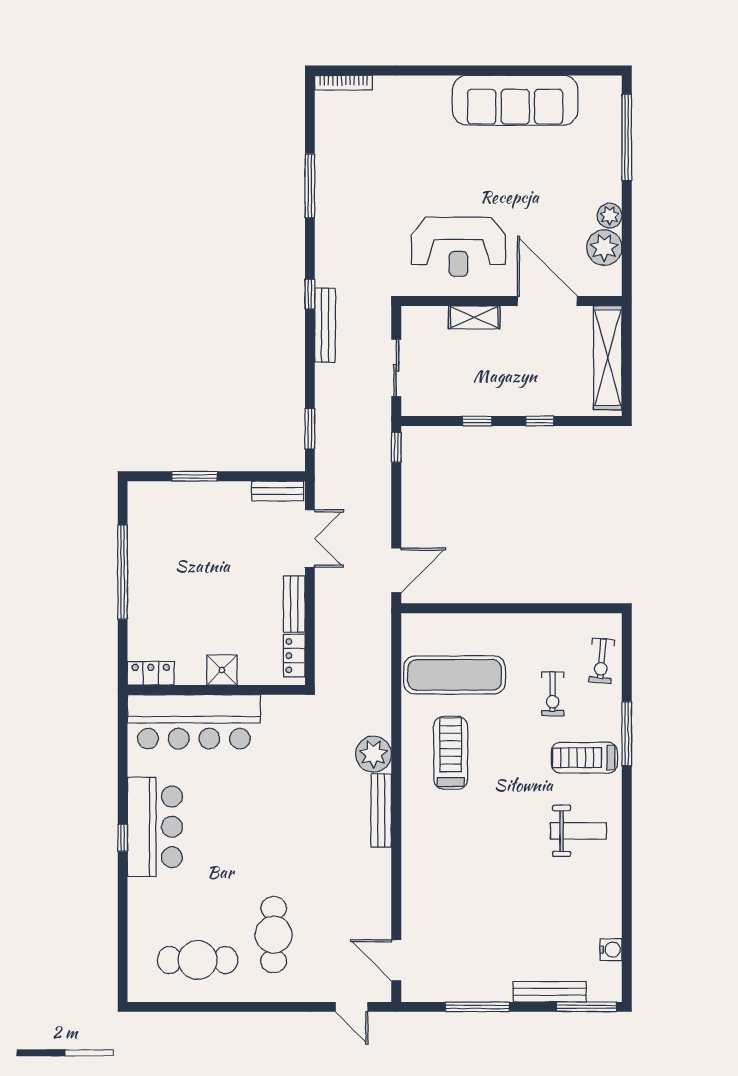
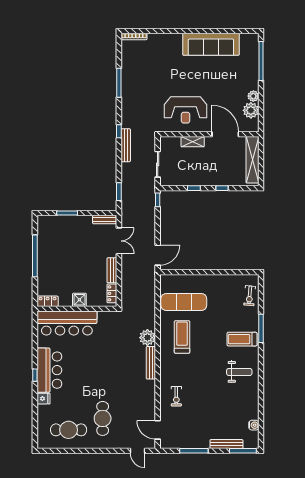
exercise bike: (553, 694) -> (176, 396), moved
fridge: (142, 890) -> (44, 399), added

